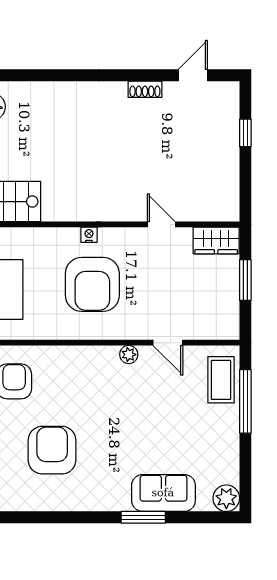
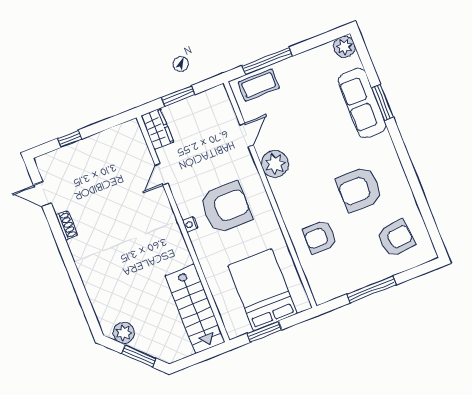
plant: (129, 355) -> (275, 164), width x1.88, depth x1.88
sofa: (163, 493) -> (362, 103), width x1.36

